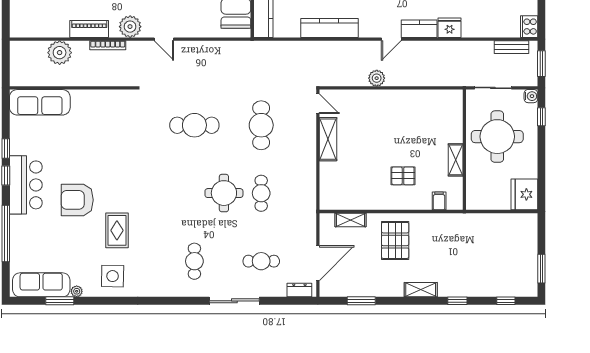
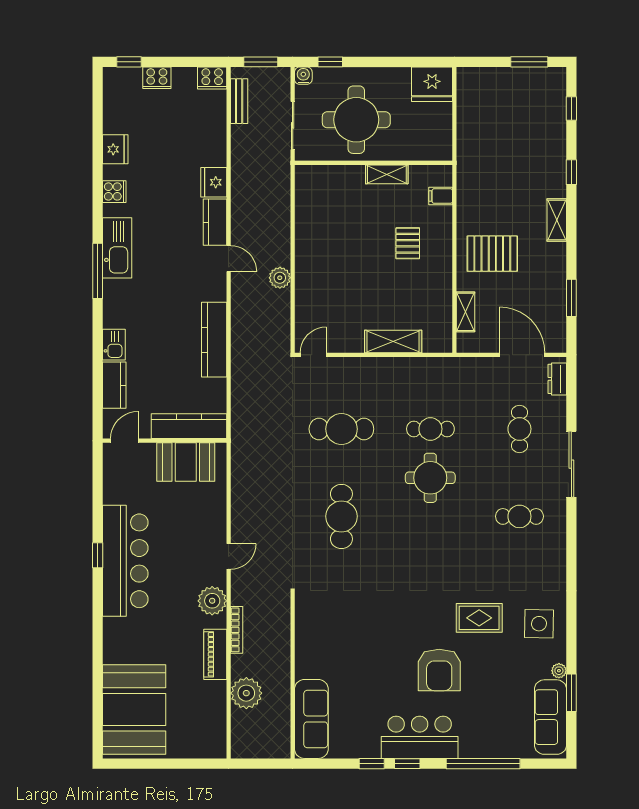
shelving: (328, 139) -> (393, 341), moved

